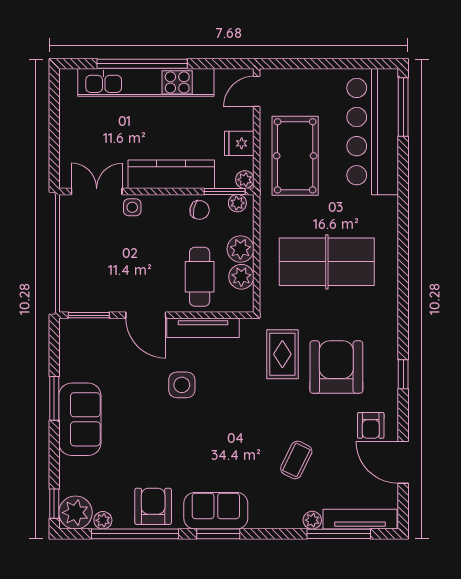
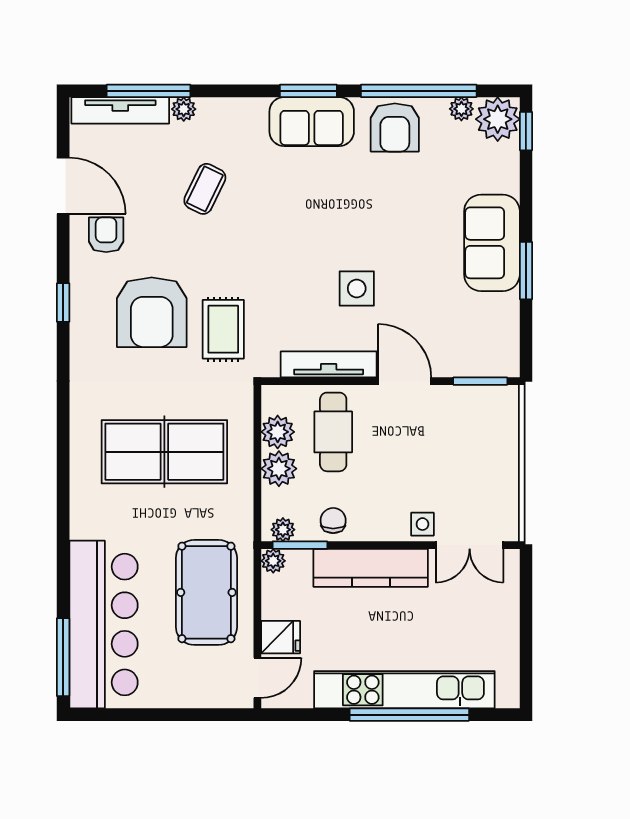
fridge: (239, 143) -> (281, 637), moved
chair: (200, 210) -> (333, 521), turned 78

